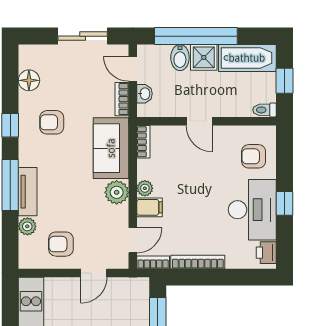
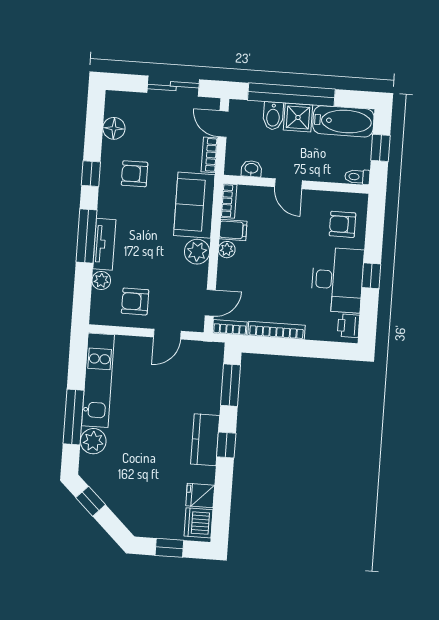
washbasin: (145, 94) -> (251, 169), moved, turned -90
filing cabinet: (150, 207) -> (233, 230), moved

